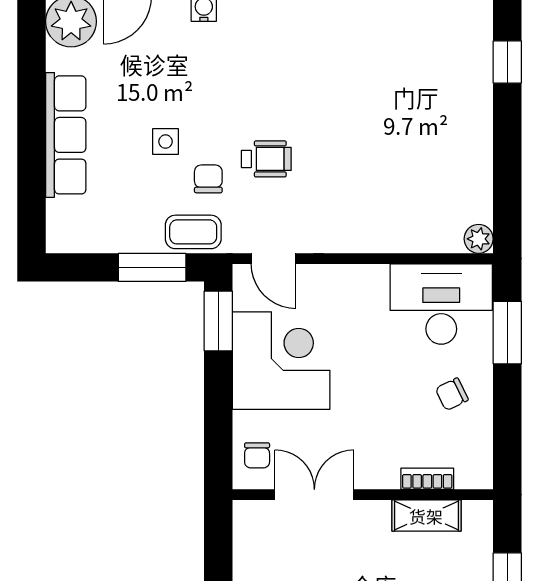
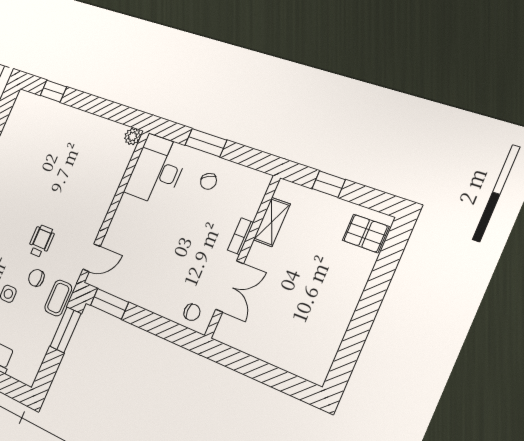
window: (507, 333) -> (206, 143), moved
corner desk: (281, 361) -> (146, 276), removed
bookcase: (427, 479) -> (240, 236), moved
double door: (314, 495) -> (230, 286), swing flipped

